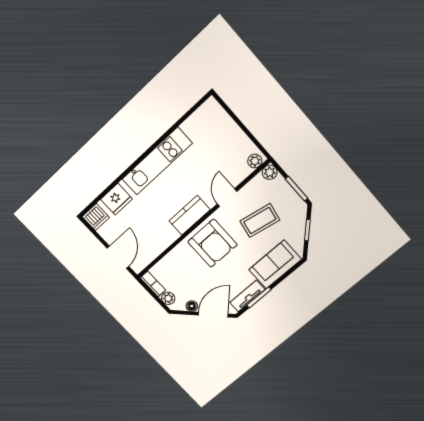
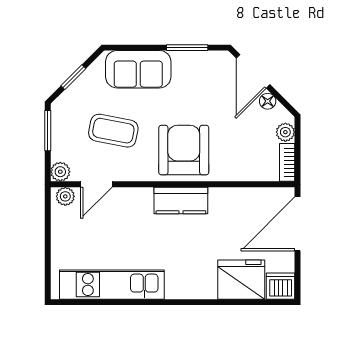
kitchen unit: (157, 161) -> (112, 285), moved
door: (227, 198) -> (96, 184), moved
fridge: (117, 199) -> (241, 280), width x1.36, depth x1.34
door: (118, 257) -> (298, 224), width x1.36
tv unit: (247, 296) -> (198, 60), removed
door: (213, 315) -> (253, 71), hinge flipped

